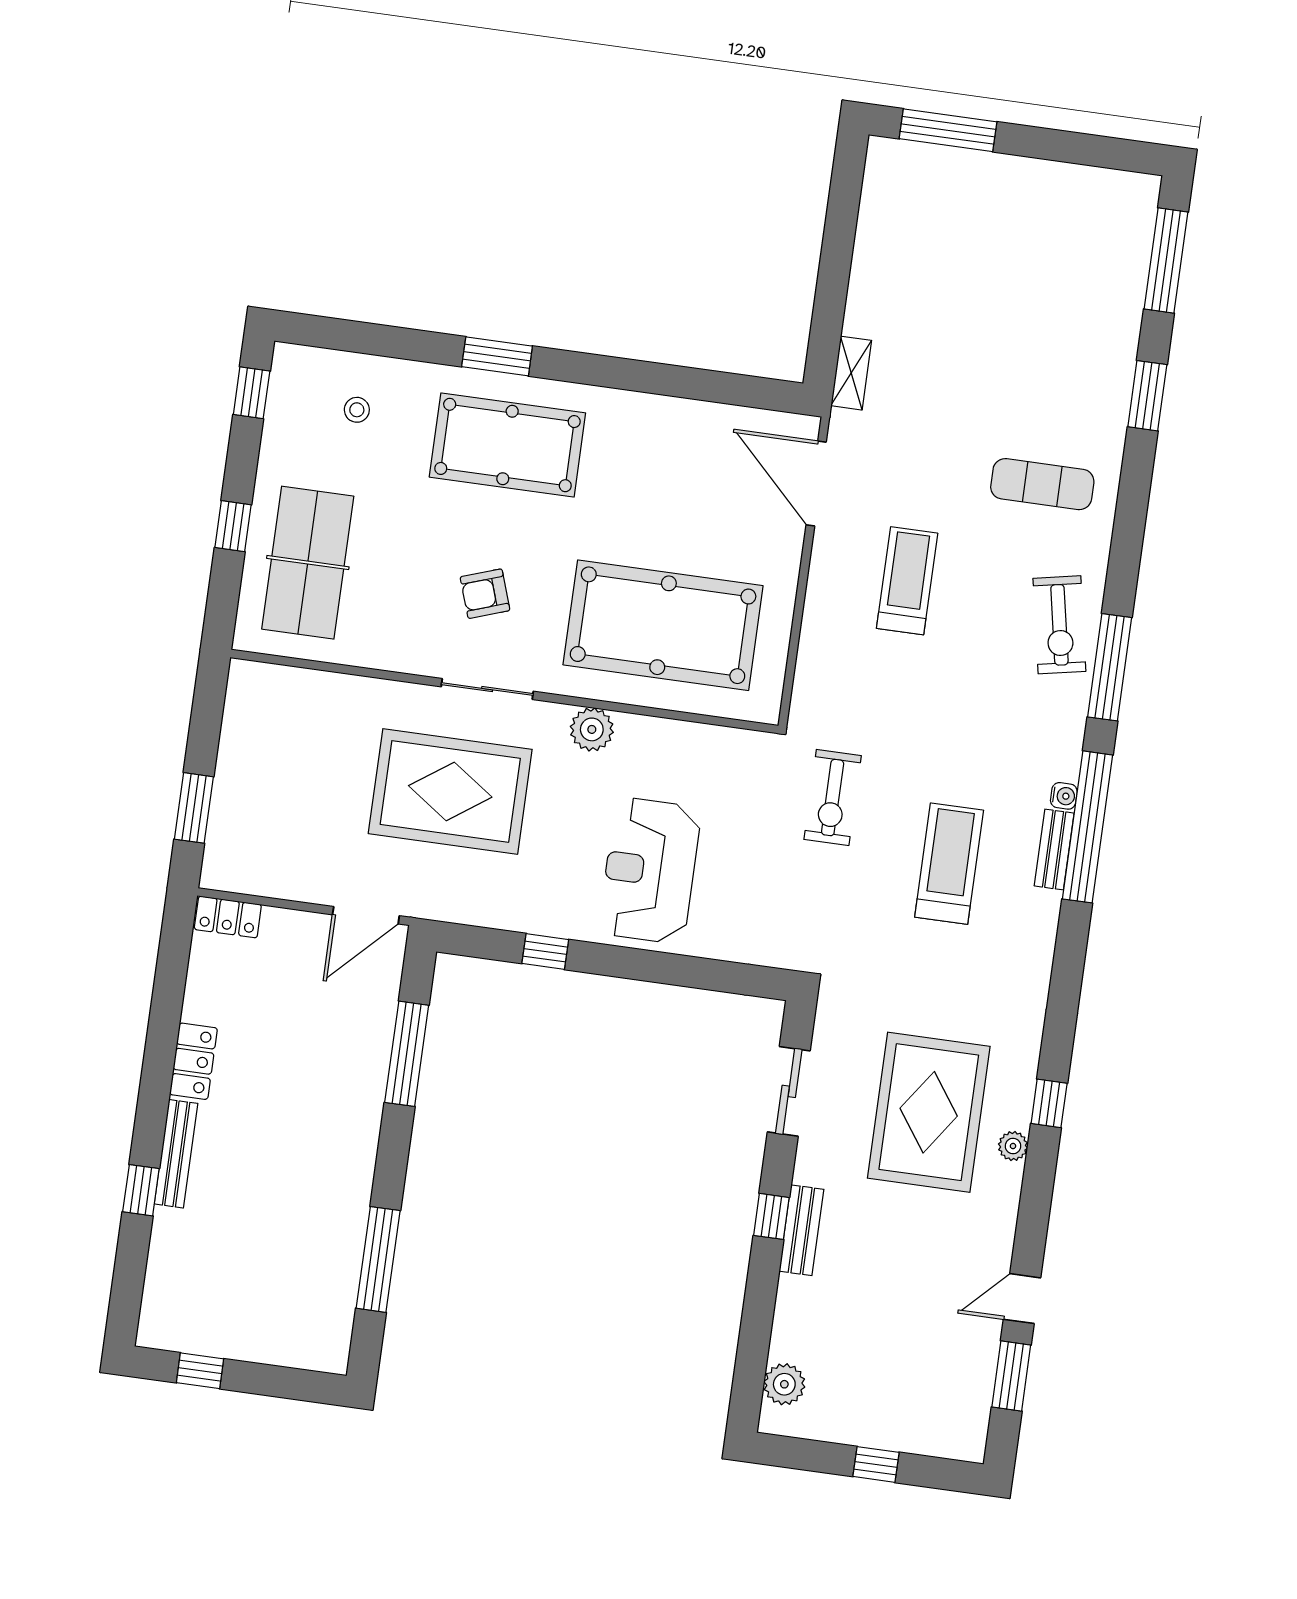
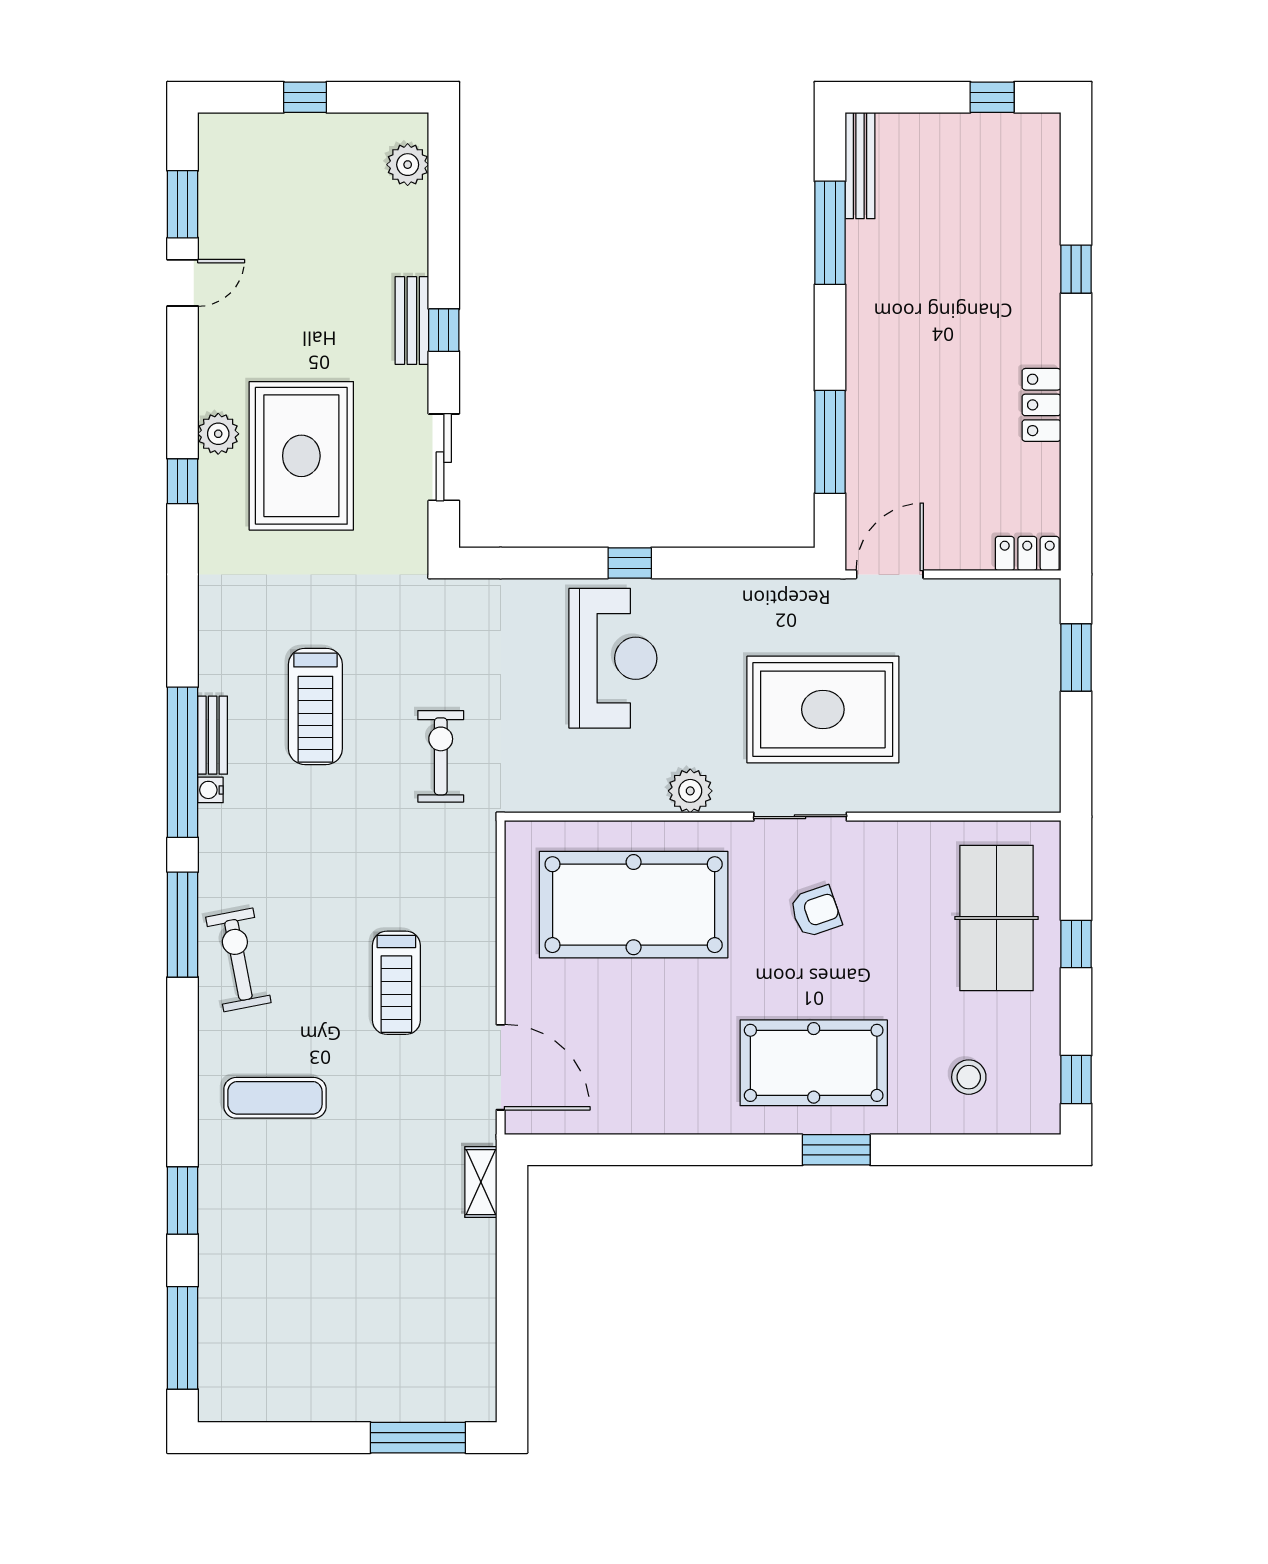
stool: (357, 410) -> (969, 1077), width x1.37, depth x1.37
window: (545, 952) -> (630, 563), moved
plant: (1013, 1146) -> (218, 434), width x1.38, depth x1.38
bench: (176, 1154) -> (860, 166), moved

